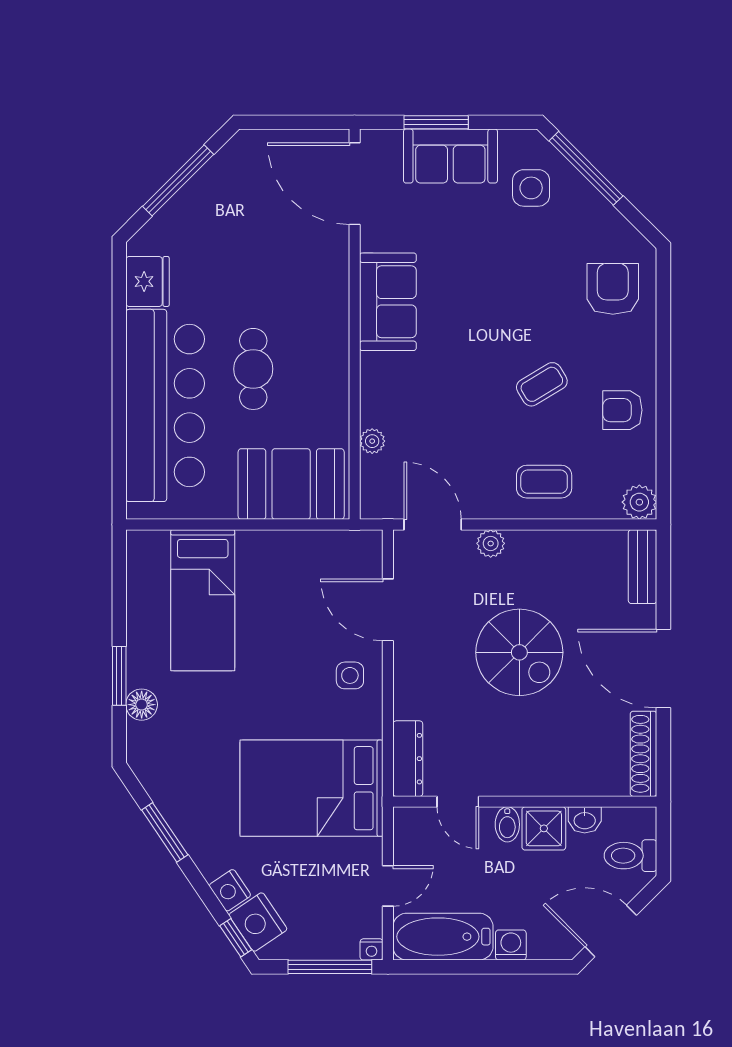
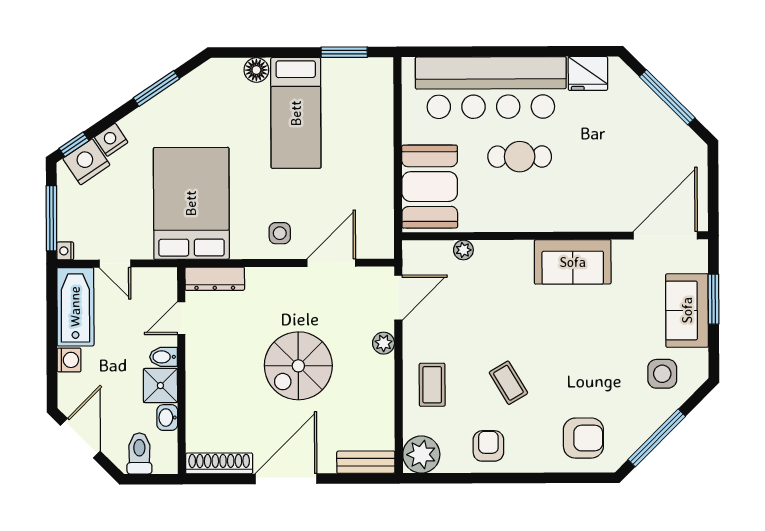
window: (586, 168) -> (657, 438), moved
plant: (639, 502) -> (421, 454), width x1.36, depth x1.36
bed: (203, 600) -> (296, 113), moved, turned -90
window: (119, 676) -> (344, 52), moved

